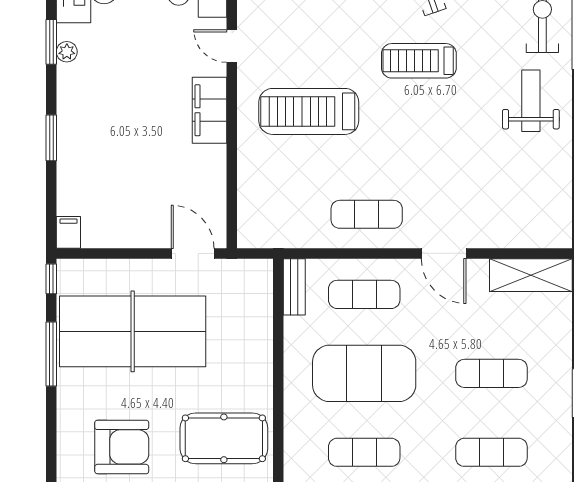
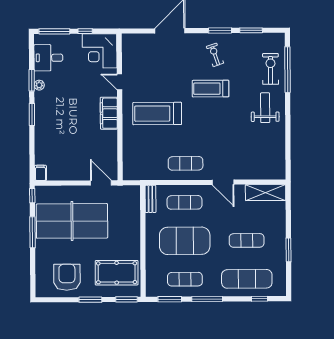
window: (51, 138) -> (32, 114), moved
armchair: (122, 447) -> (67, 277), turned -90
exercise mat: (491, 452) -> (247, 279), width x1.36, depth x1.45

